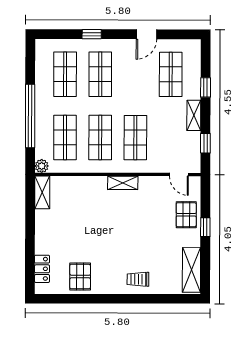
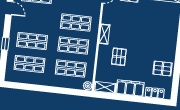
window: (30, 116) -> (54, 90), removed
pallet: (91, 209) -> (119, 57), added
filing cabinet: (45, 231) -> (130, 88), added
trolley: (138, 279) -> (168, 31), removed

